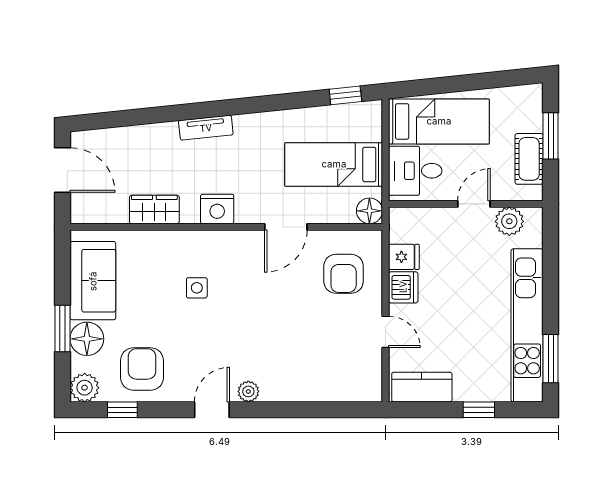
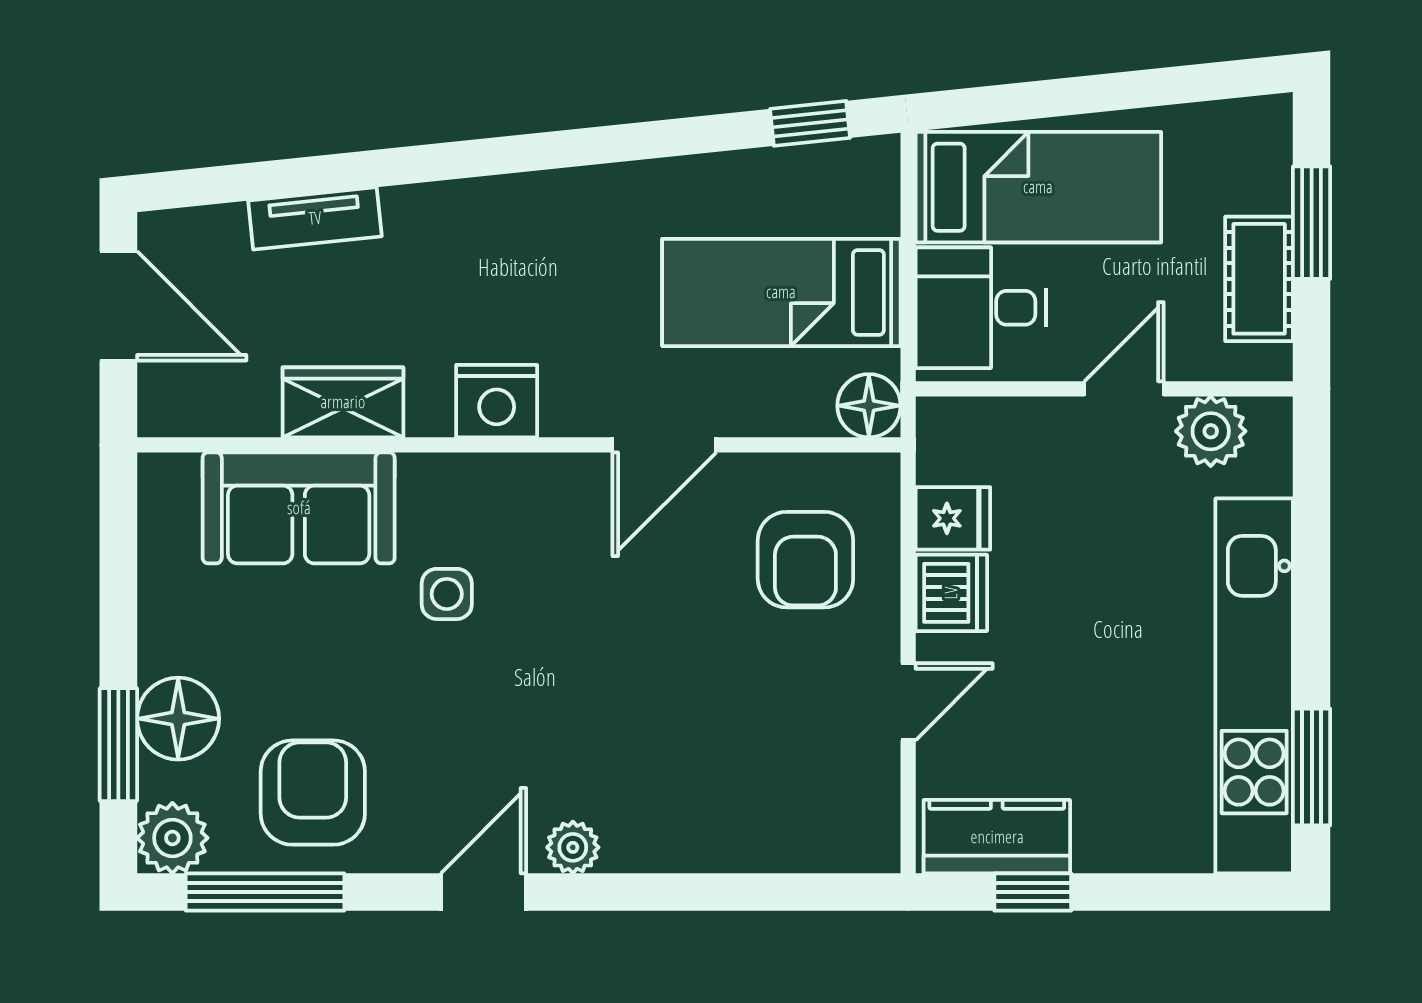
tv unit: (206, 128) -> (315, 218), moved
sofa: (93, 281) -> (299, 508), moved, turned 90
window: (62, 328) -> (118, 745), moved
door: (385, 332) -> (908, 702), hinge flipped
window: (122, 410) -> (265, 892), width x2.17
window: (479, 410) -> (1033, 892), moved

